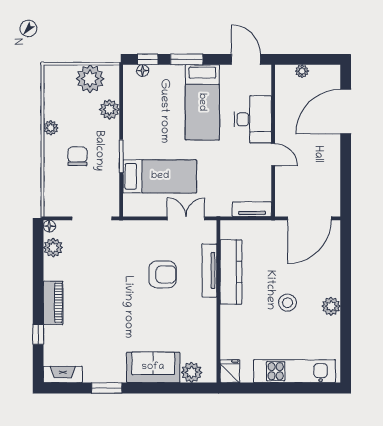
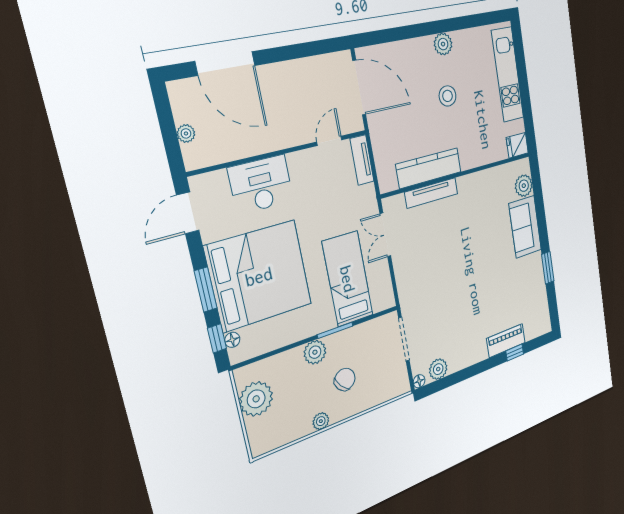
bed: (202, 102) -> (259, 276), width x2.04
plant: (109, 109) -> (315, 352), moved
door: (273, 155) -> (329, 141), moved
chair: (77, 156) -> (345, 379), turned 141
armchair: (163, 274) -> (443, 244), removed
piano: (53, 303) -> (506, 340), moved
fireplace: (63, 374) -> (543, 315), removed

